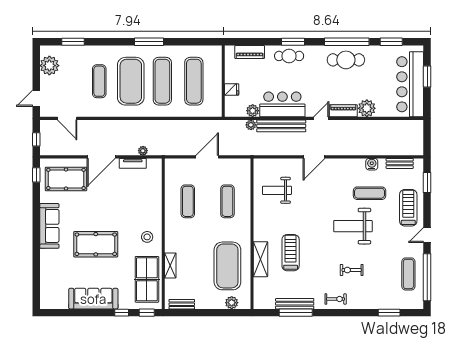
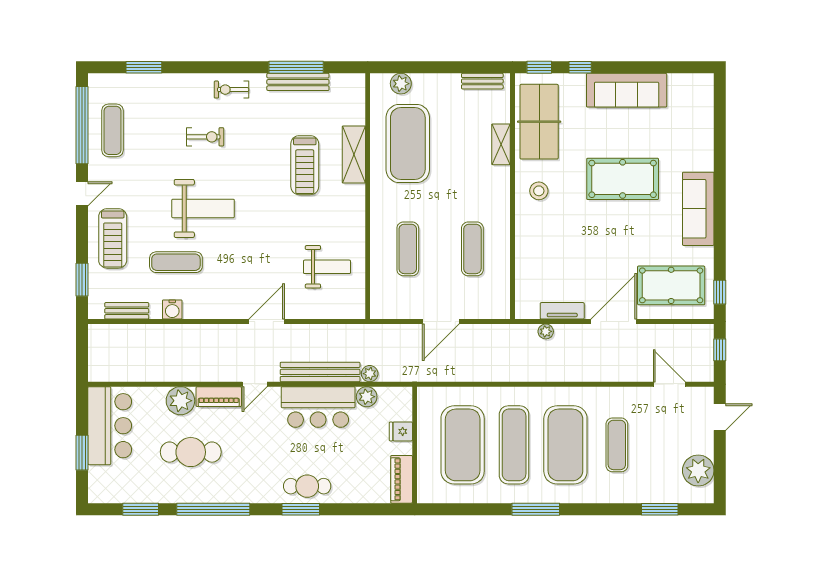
piano: (250, 52) -> (402, 479), moved, turned -90
cafe table: (346, 60) -> (191, 452), moved
exercise mat: (194, 81) -> (463, 445), width x1.47
bar counter: (410, 84) -> (110, 426), width x0.73

